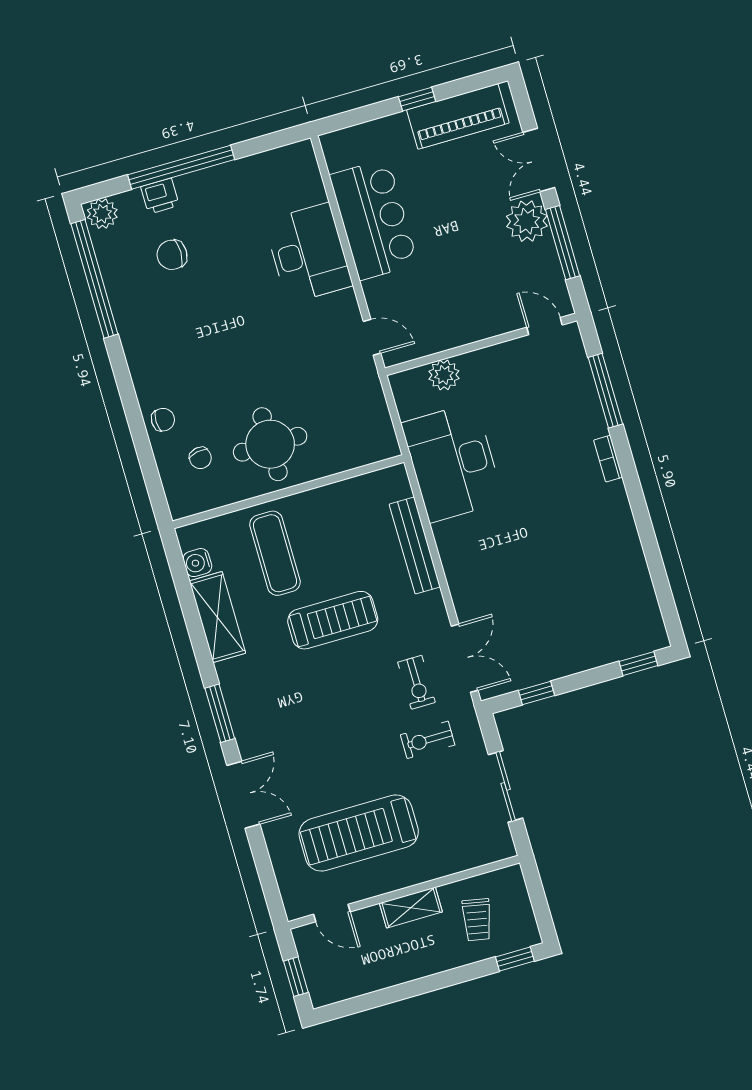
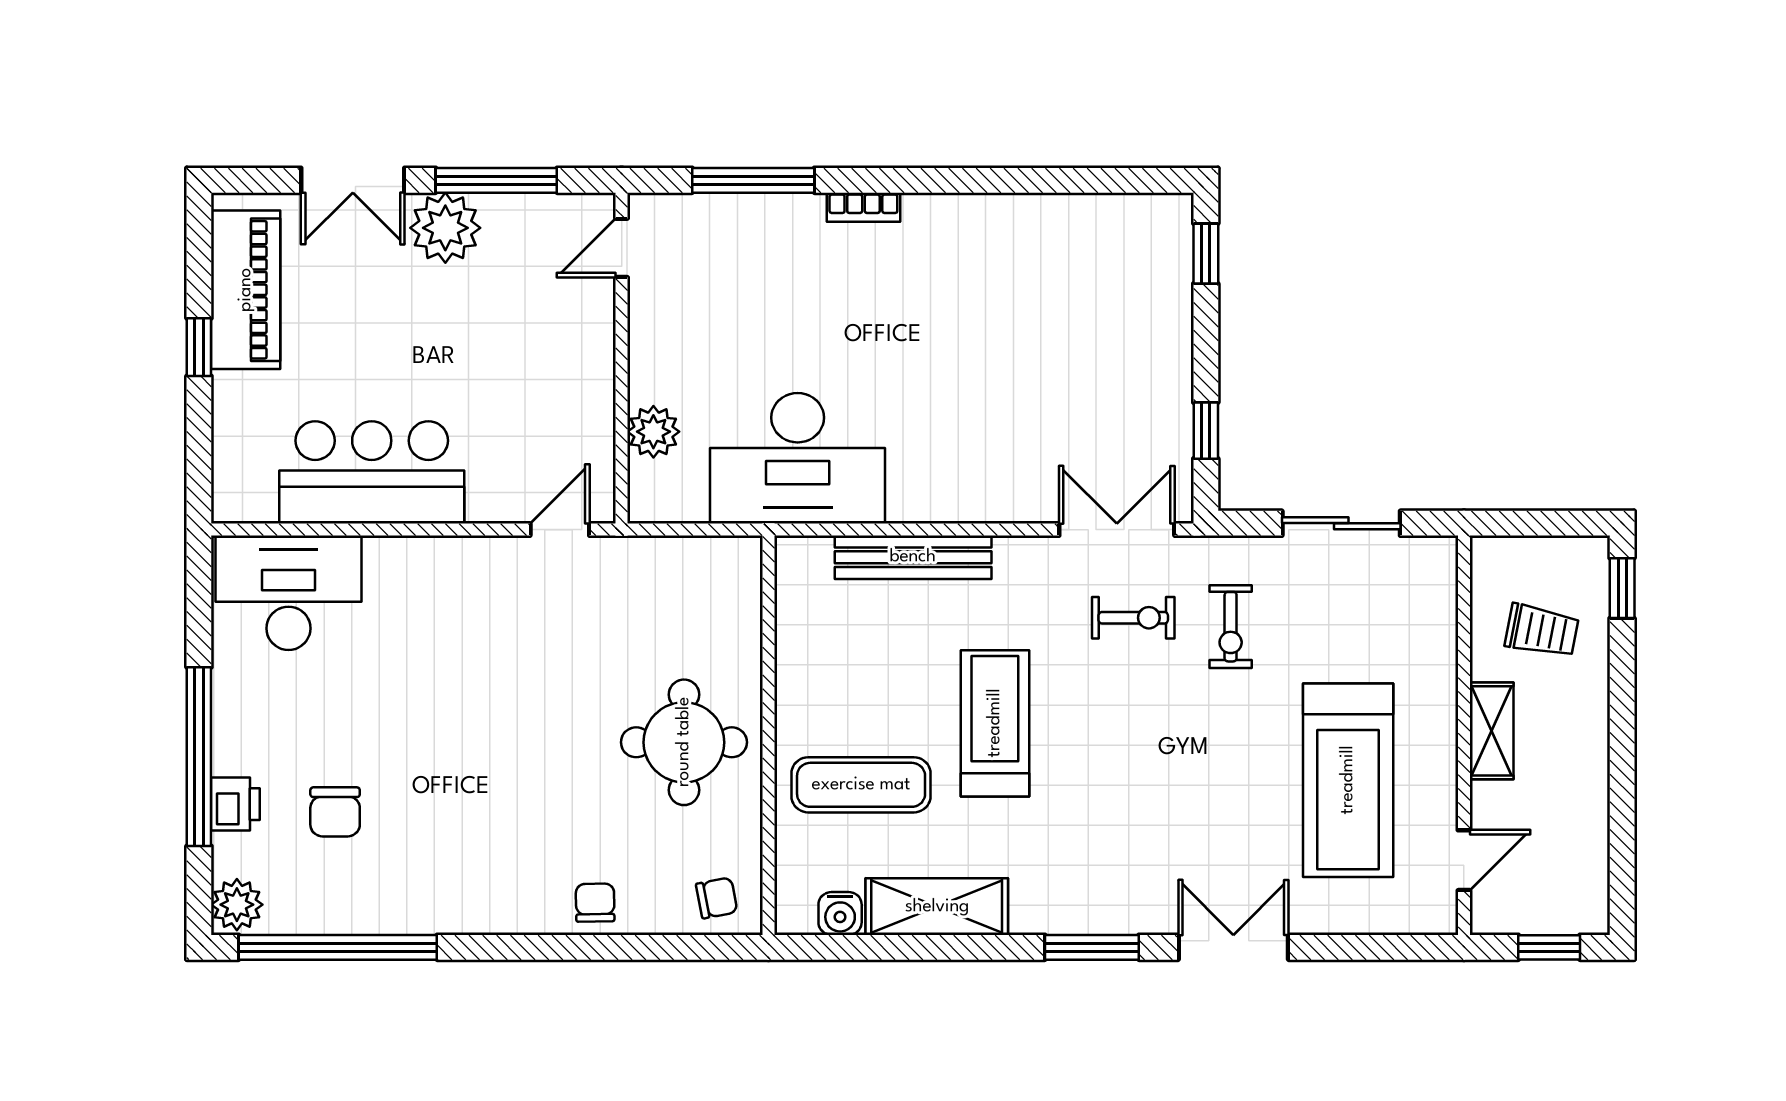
desk: (308, 253) -> (288, 593), moved
chair: (200, 458) -> (717, 898), moved

